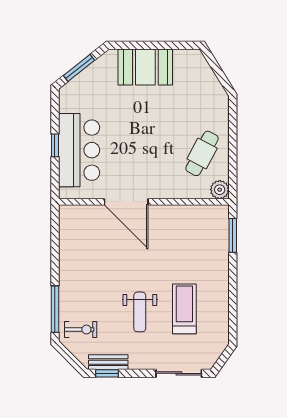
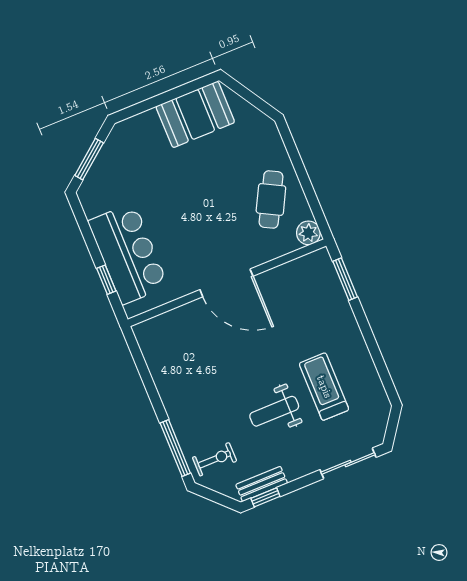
booth: (145, 67) -> (195, 114), moved
window: (55, 145) -> (106, 280), moved
door: (126, 202) -> (226, 283), moved
weight bench: (140, 312) -> (274, 411), turned 90

